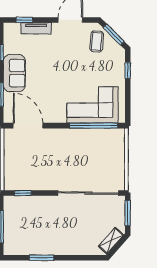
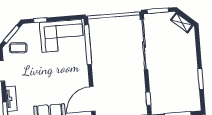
corner sofa: (92, 105) -> (62, 36), moved, turned -90

